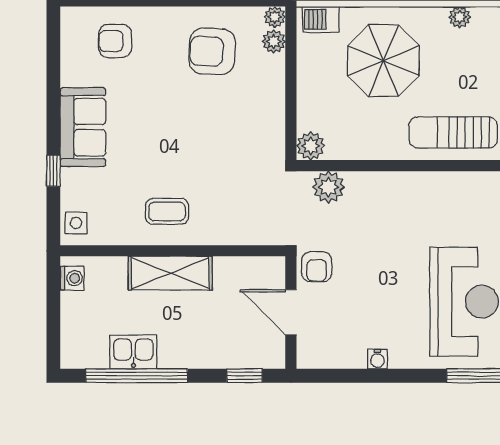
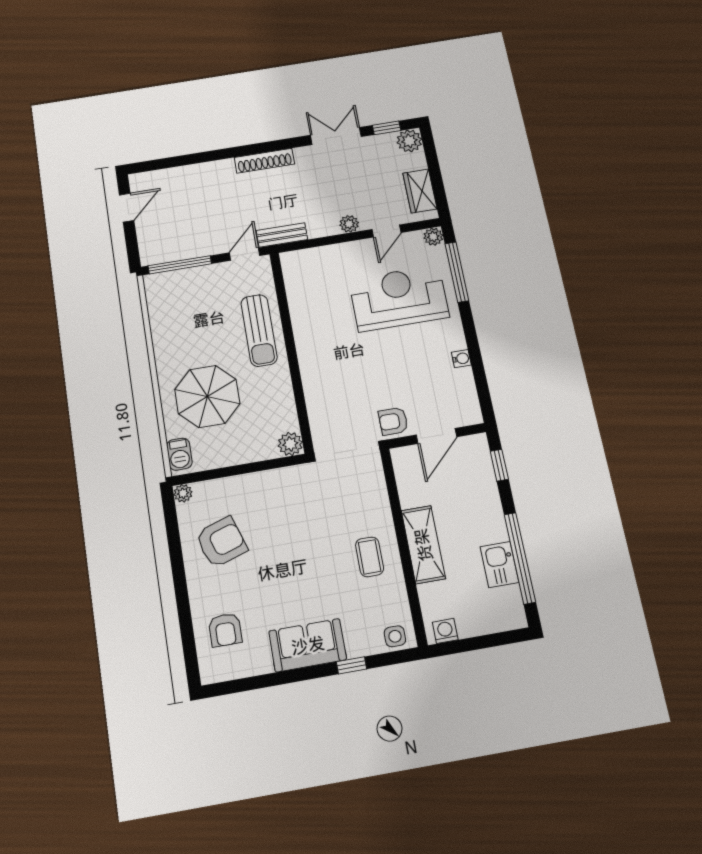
plant: (460, 17) -> (161, 341), removed
plant: (274, 41) -> (205, 491), removed
armchair: (212, 51) -> (221, 542), turned -111
plant: (328, 187) -> (323, 423), removed
armchair: (317, 267) -> (393, 421), turned 180

